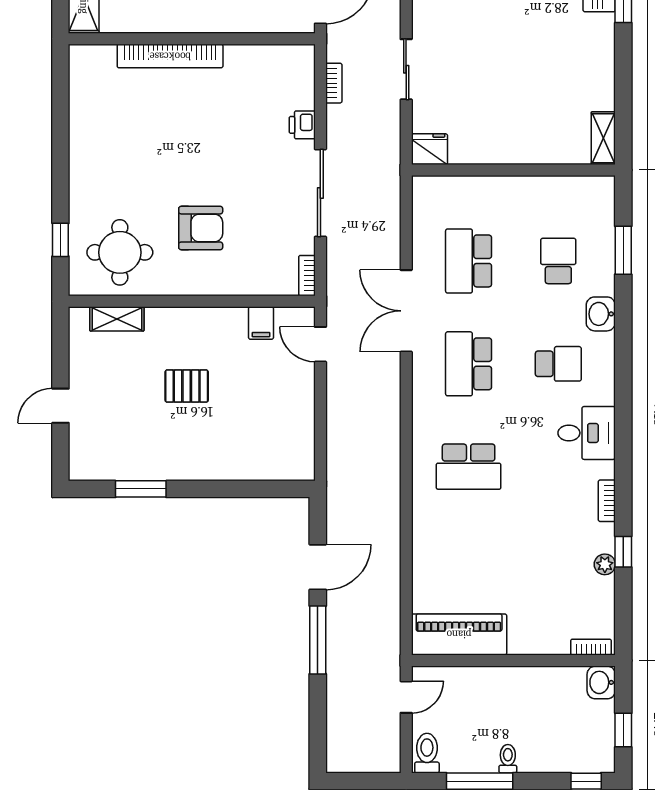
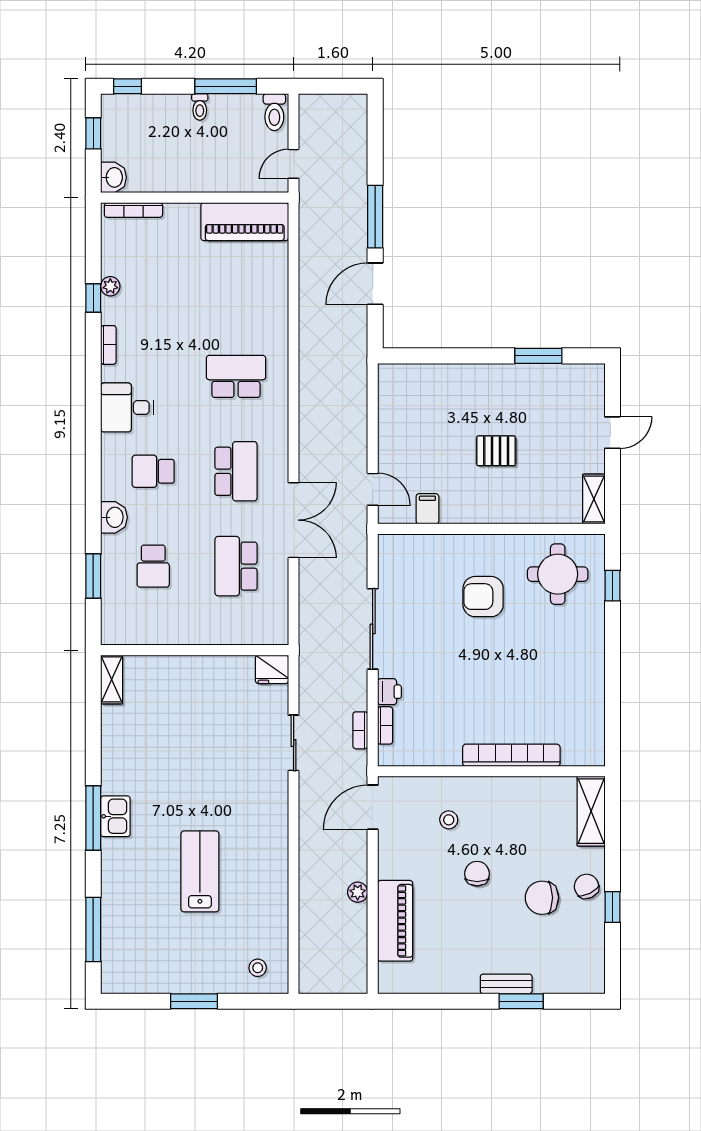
school desk: (469, 261) -> (236, 566), turned 180
bookcase: (307, 276) -> (385, 725), moved
shelving: (117, 319) -> (594, 499), moved, turned 90
bookcase: (591, 647) -> (133, 210), width x1.56

